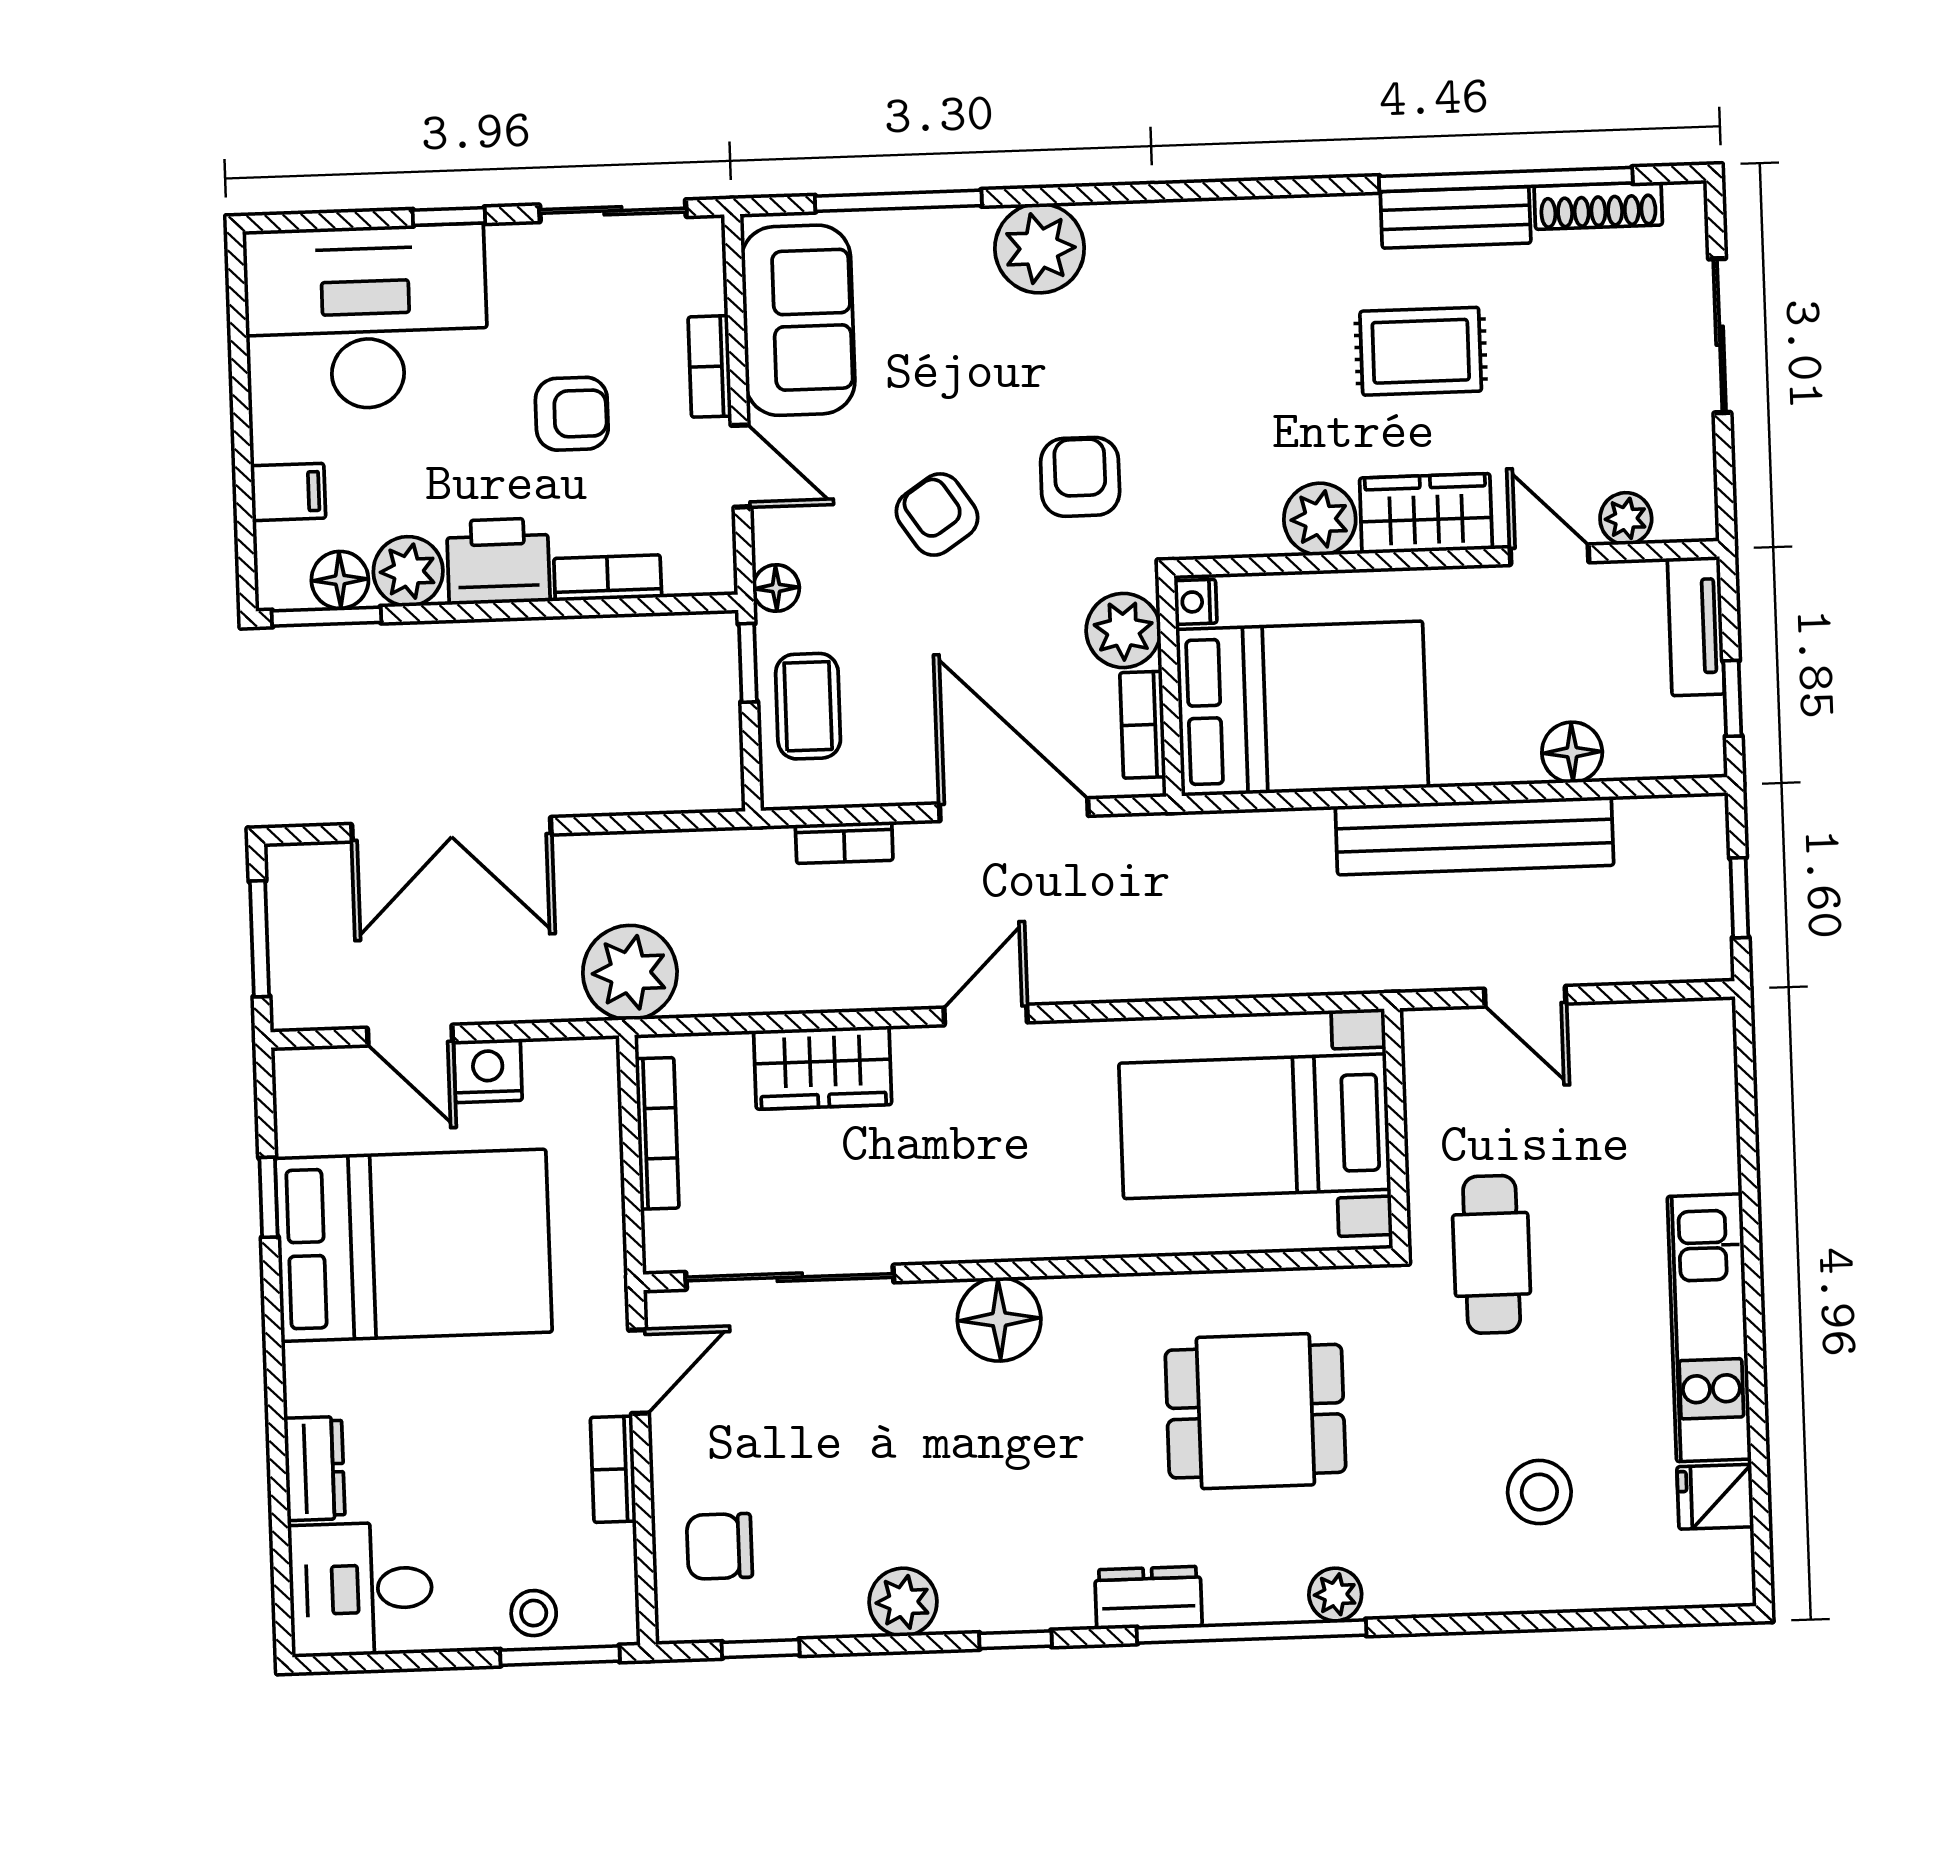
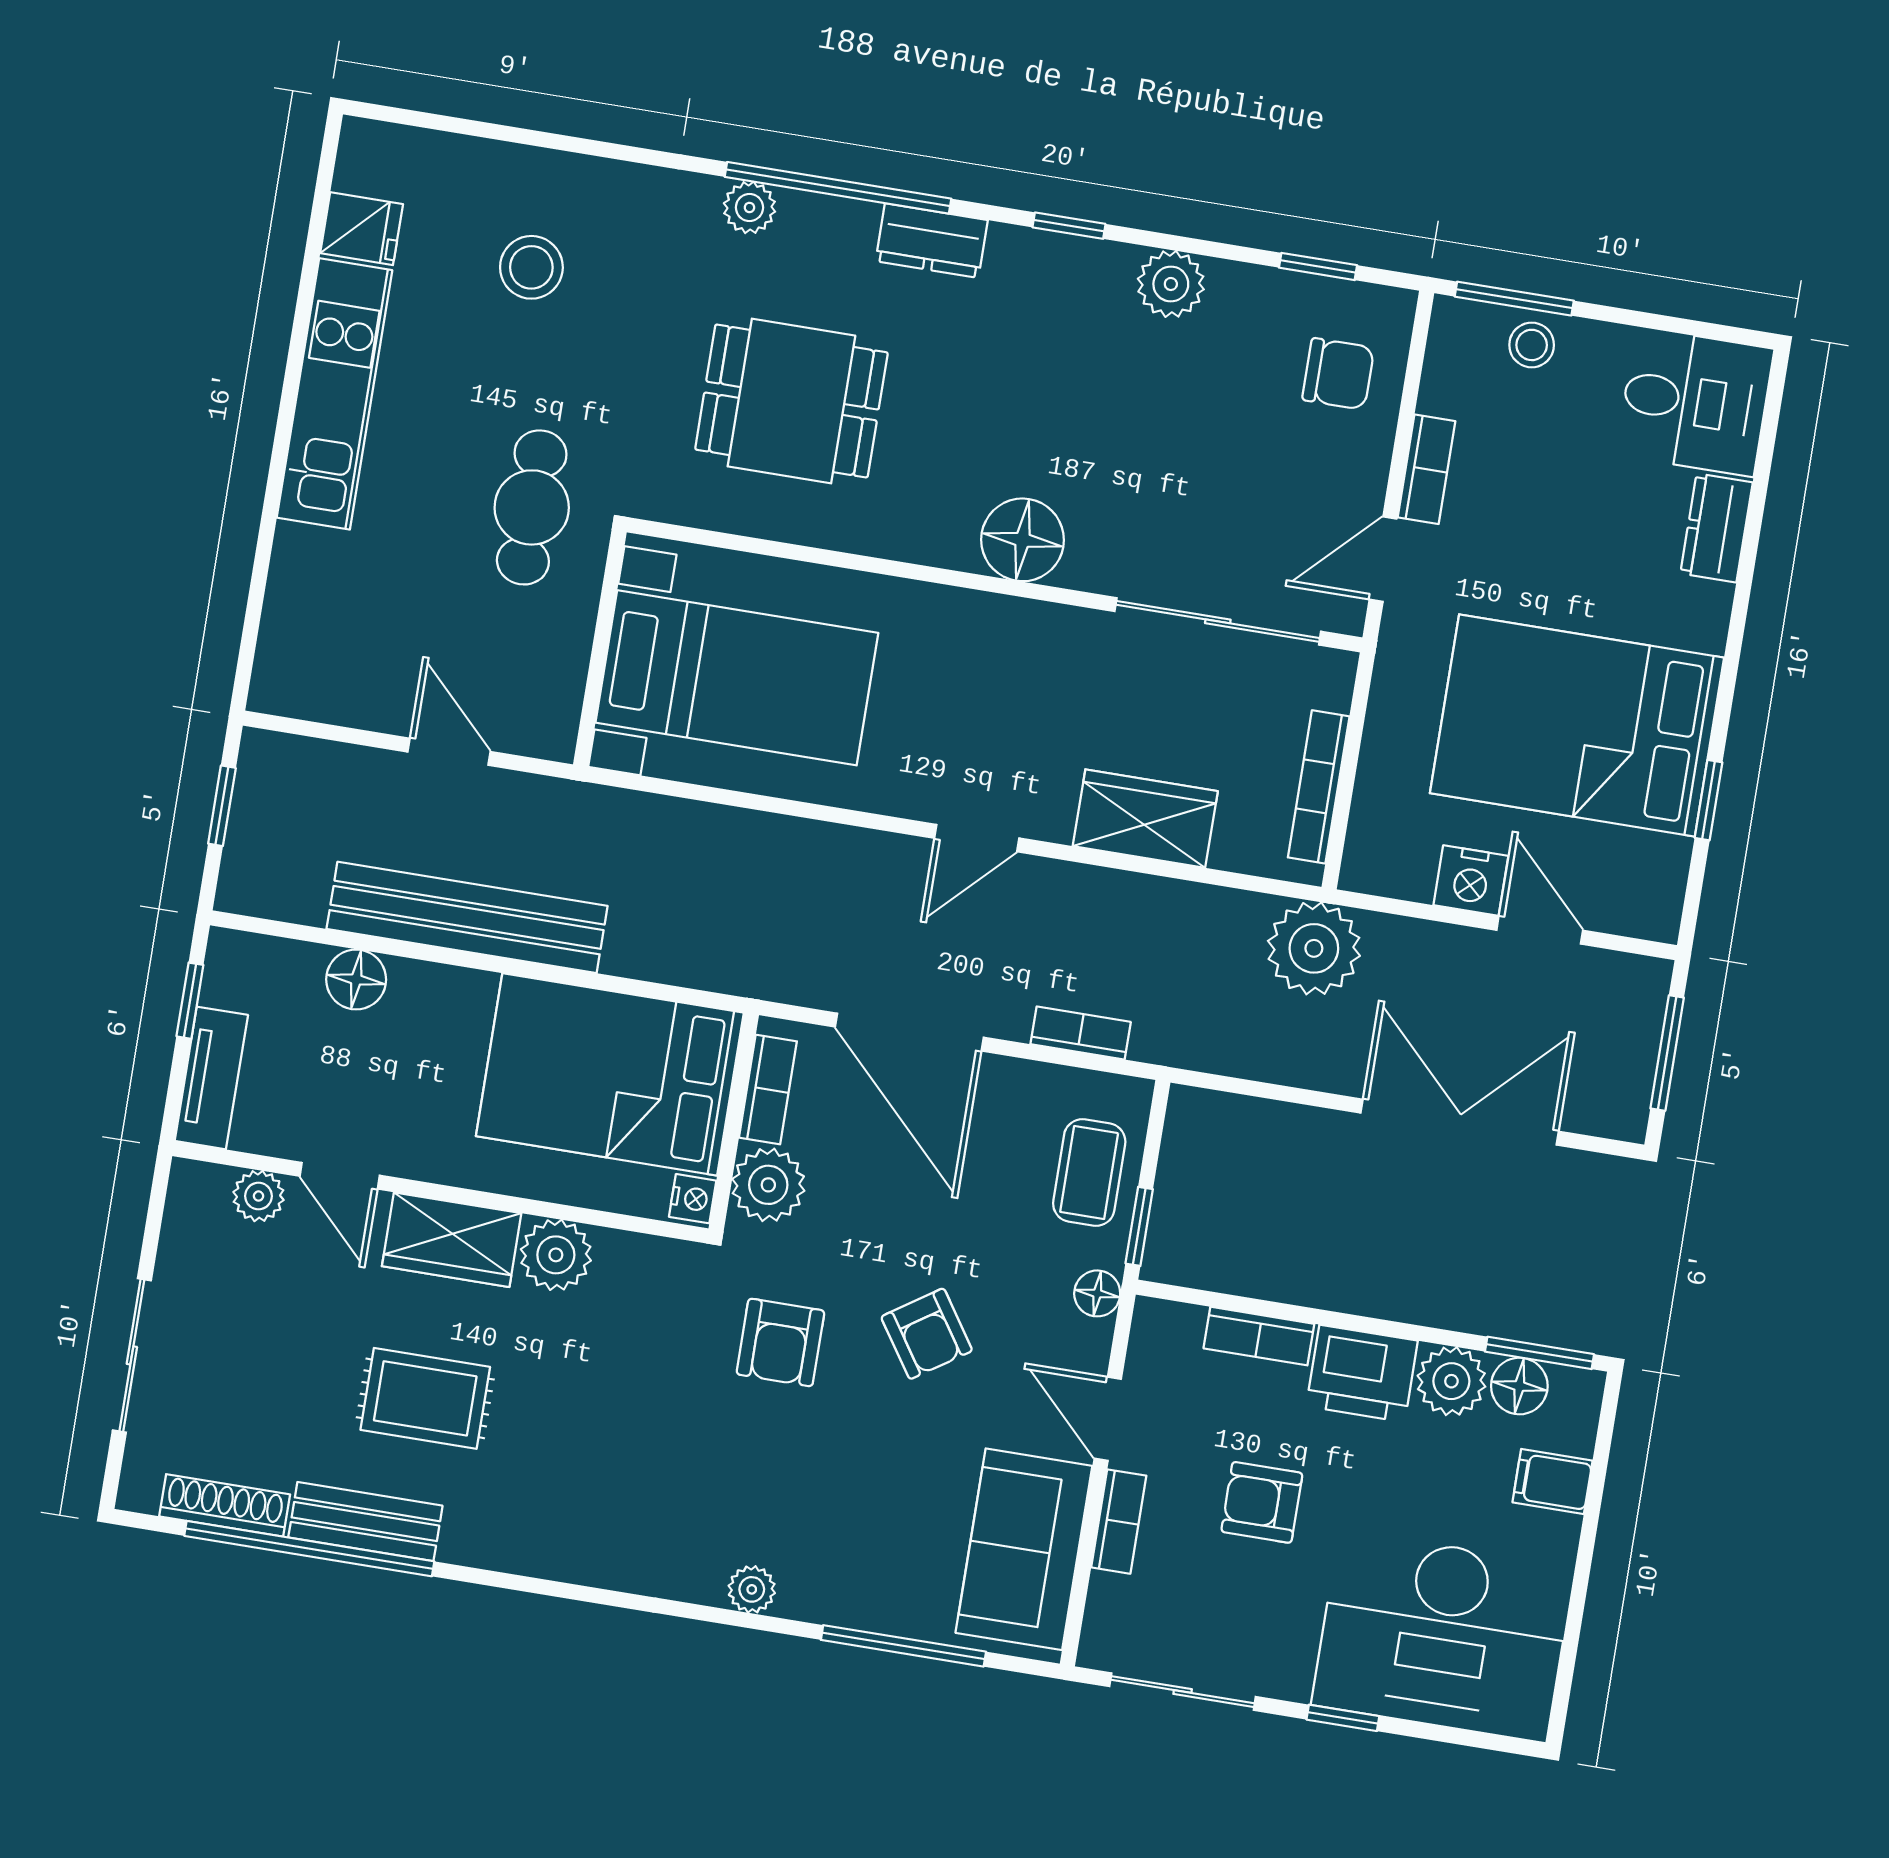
plant: (1040, 248) -> (752, 1589), width x0.53, depth x0.53

